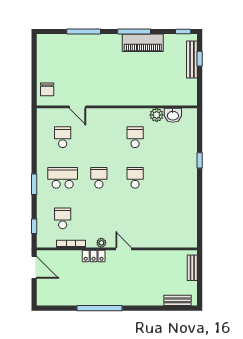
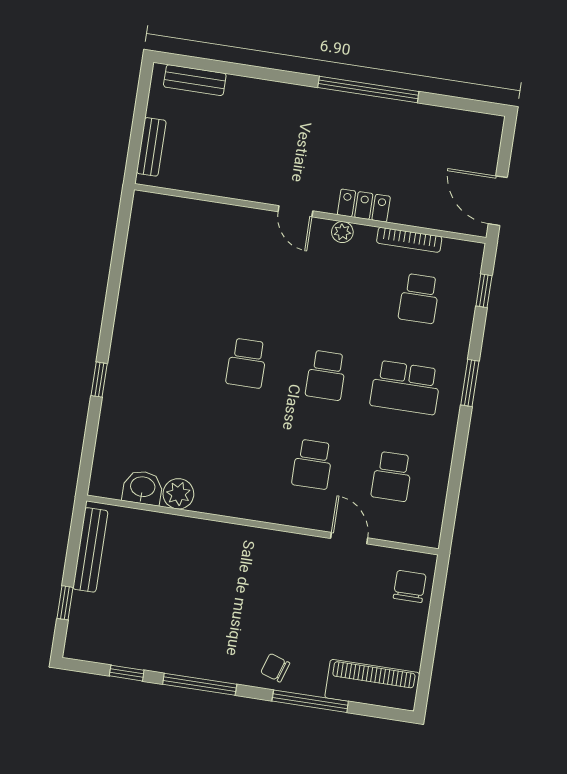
window: (183, 31) -> (127, 673), moved
piano: (143, 43) -> (372, 685), moved
chair: (102, 44) -> (275, 668), added
bench: (192, 60) -> (90, 550), moved
school desk: (135, 137) -> (312, 464), moved

